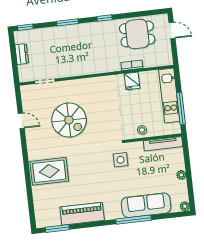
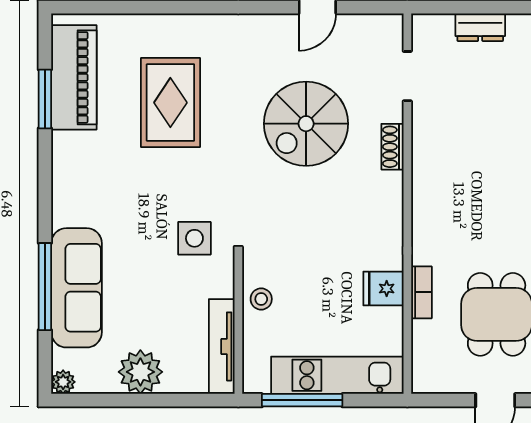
shoe rack: (74, 84) -> (392, 147), added
rug: (49, 171) -> (170, 103), moved
plant: (181, 175) -> (140, 372), width x1.88, depth x1.88
piano: (82, 214) -> (74, 77), moved
window: (134, 220) -> (45, 287), moved
window: (57, 228) -> (45, 99), moved

